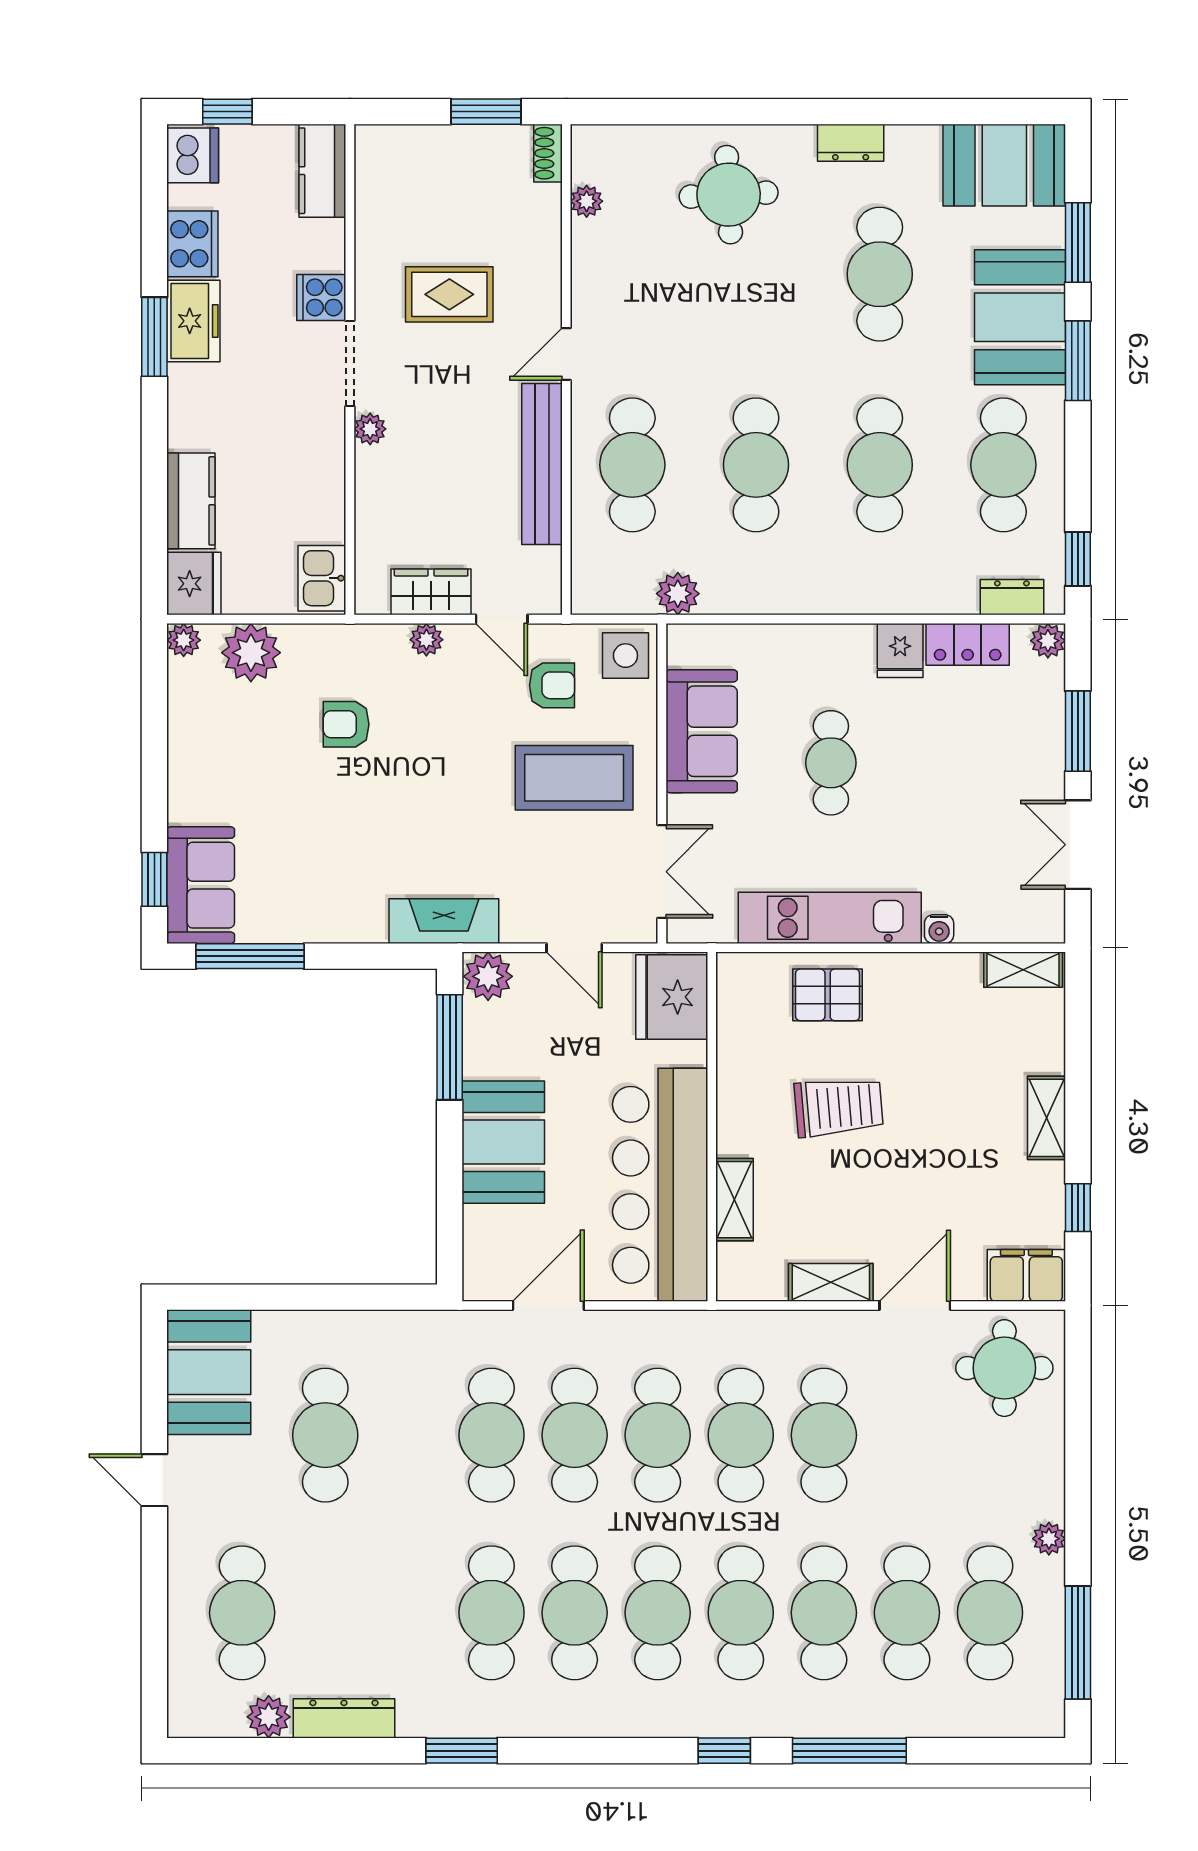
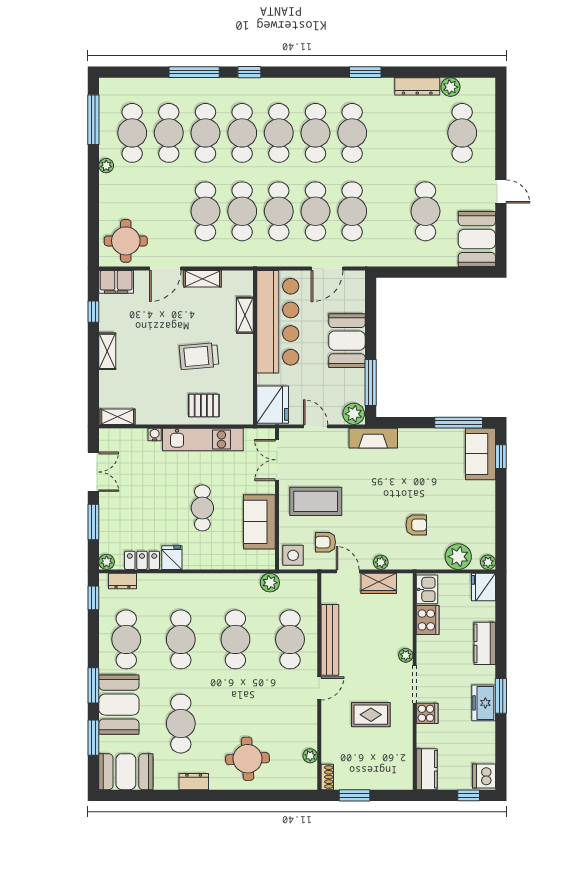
cooker: (192, 244) -> (428, 620), moved, turned 180
kitchen counter: (191, 501) -> (485, 643), moved

